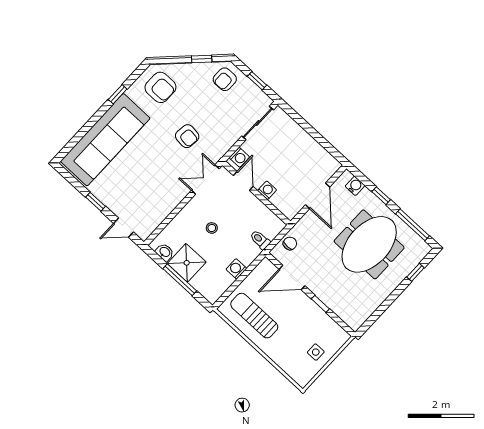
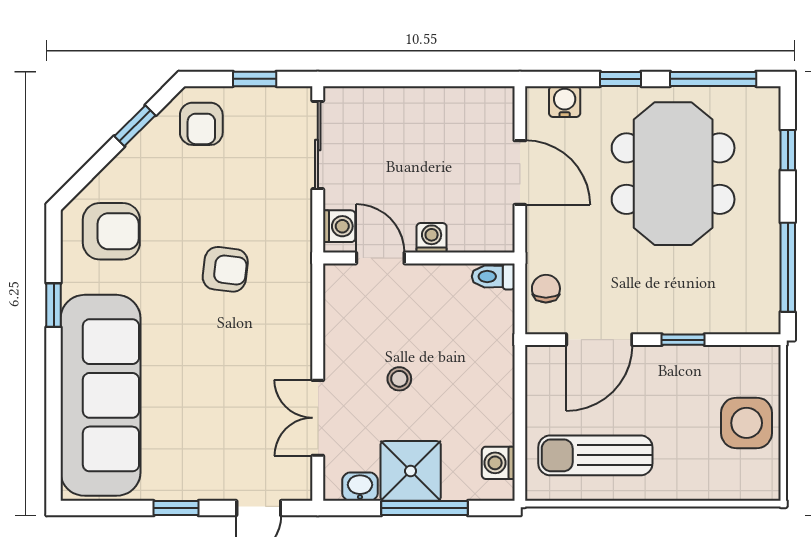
double door: (205, 180) -> (318, 418), moved
toilet: (260, 240) -> (493, 276), moved
washing machine: (236, 269) -> (498, 463), moved
window: (379, 312) -> (788, 267), added
side table: (316, 352) -> (747, 423), width x1.87, depth x1.87

